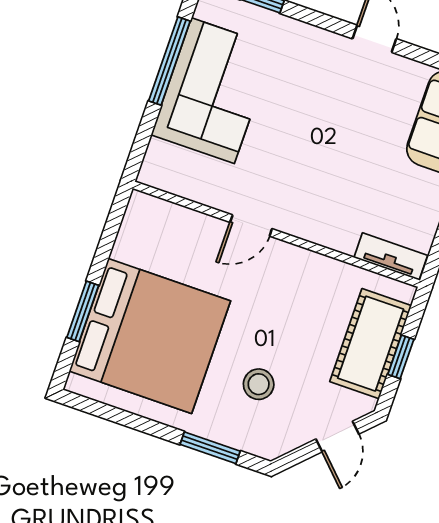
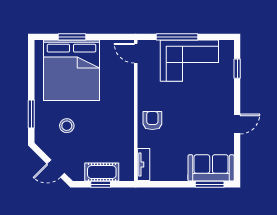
window: (169, 61) -> (177, 37), moved
armchair: (308, 208) -> (152, 121), added
door: (251, 225) -> (136, 53), moved
cot: (371, 344) -> (102, 172), width x0.73, depth x0.75

